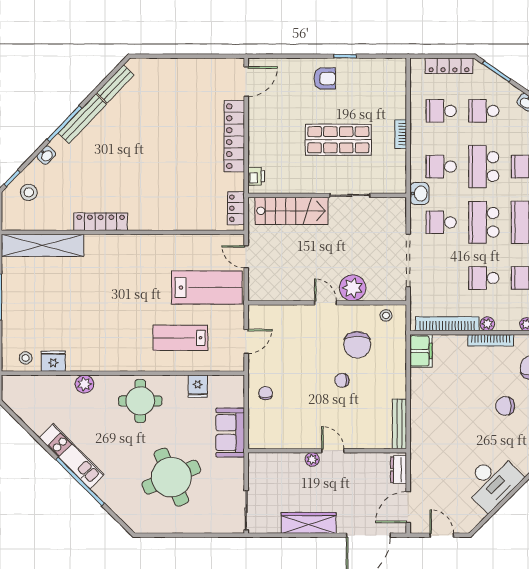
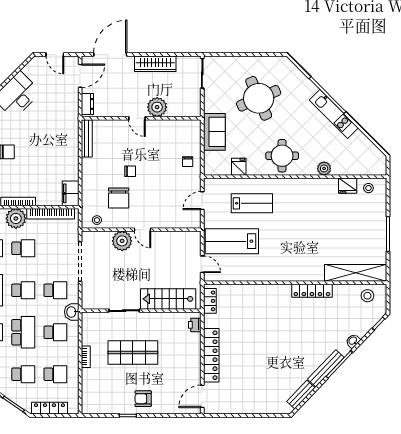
stool: (29, 192) -> (367, 296), moved
school desk: (484, 222) -> (23, 290), width x0.54
plant: (487, 324) -> (16, 218), width x1.88, depth x1.88
chair: (357, 345) -> (119, 198), turned 180
plant: (312, 459) -> (157, 107), width x1.88, depth x1.88

